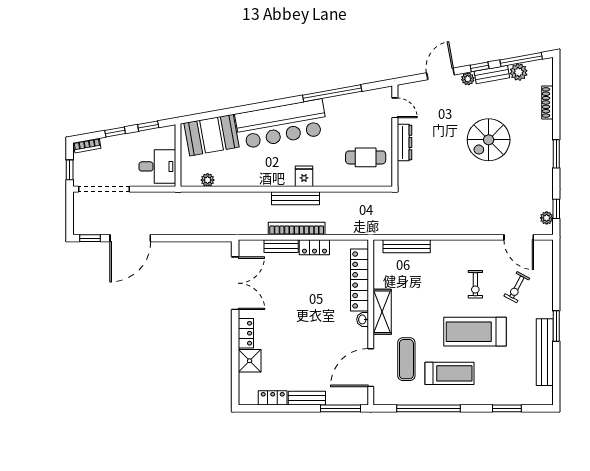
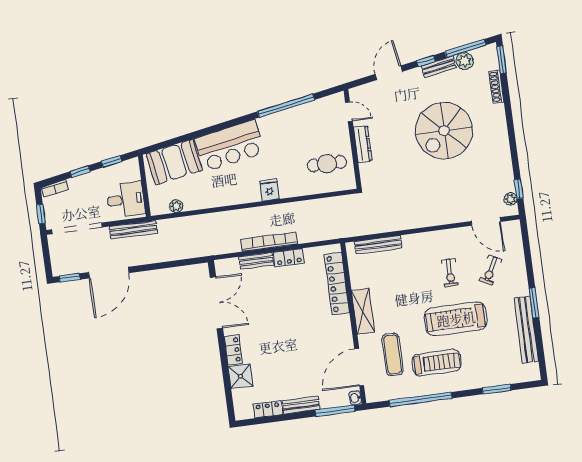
plant: (468, 79) -> (416, 74), removed
bar counter: (281, 124) -> (230, 146), width x0.73
spiral stairs: (489, 140) -> (444, 131), width x1.37, depth x1.37
window: (556, 154) -> (502, 60), moved
bench: (295, 198) -> (133, 230), moved
washbasin: (363, 319) -> (355, 398), moved

